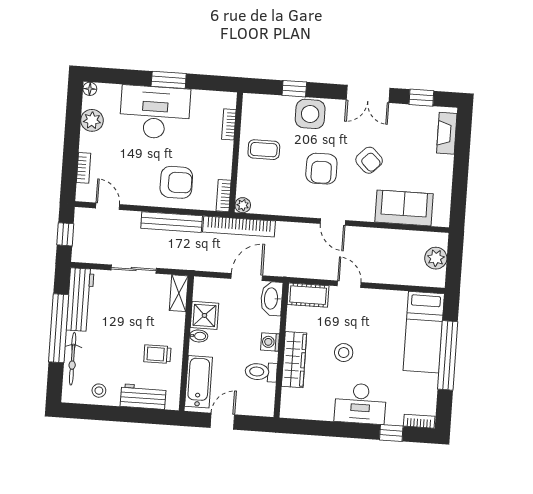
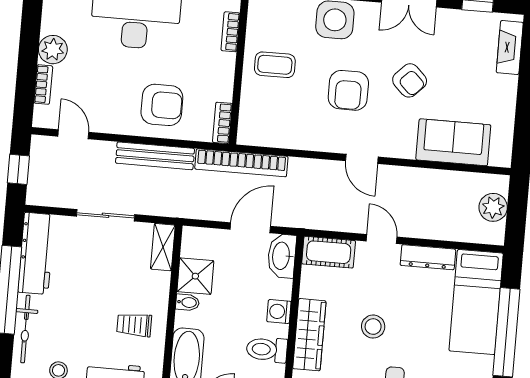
plant: (92, 120) -> (53, 50), moved
plant: (243, 205) -> (247, 136), removed
dresser: (386, 298) -> (428, 257), added

